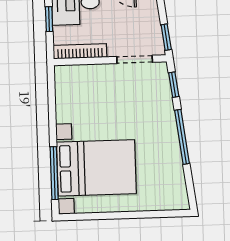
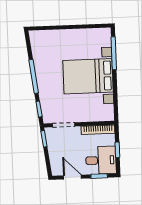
bed with nightstands: (96, 168) -> (88, 76), moved

